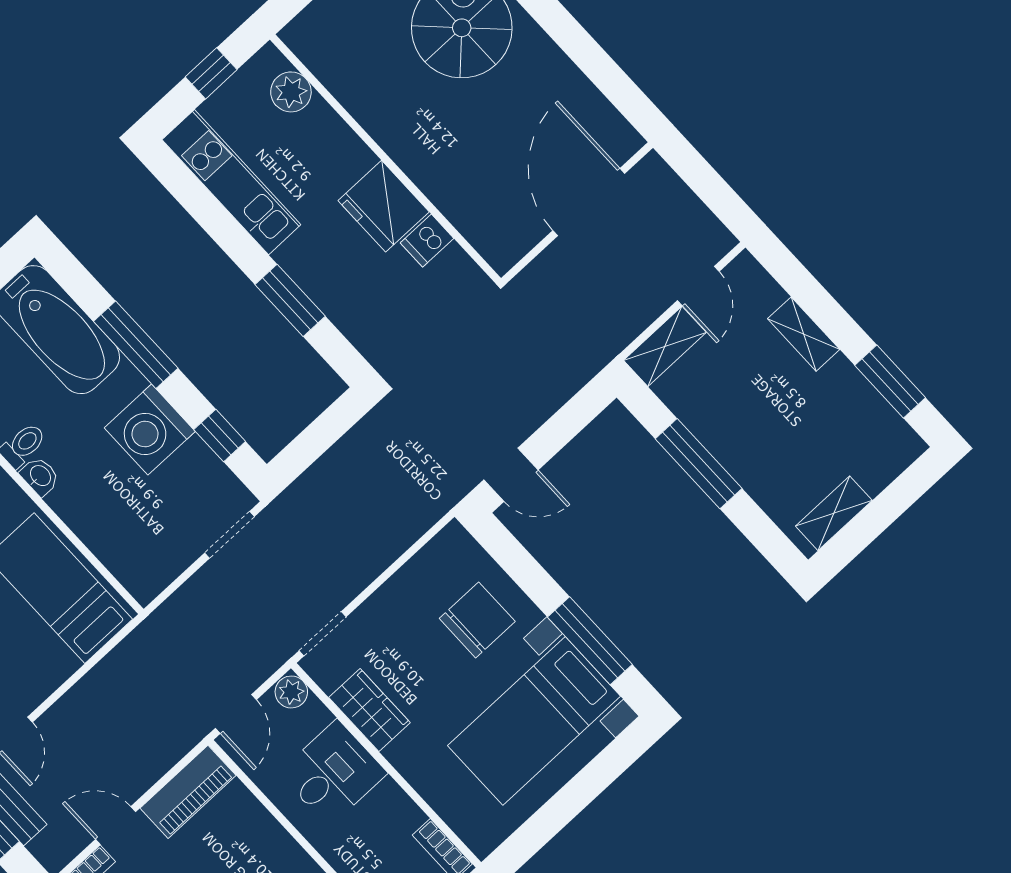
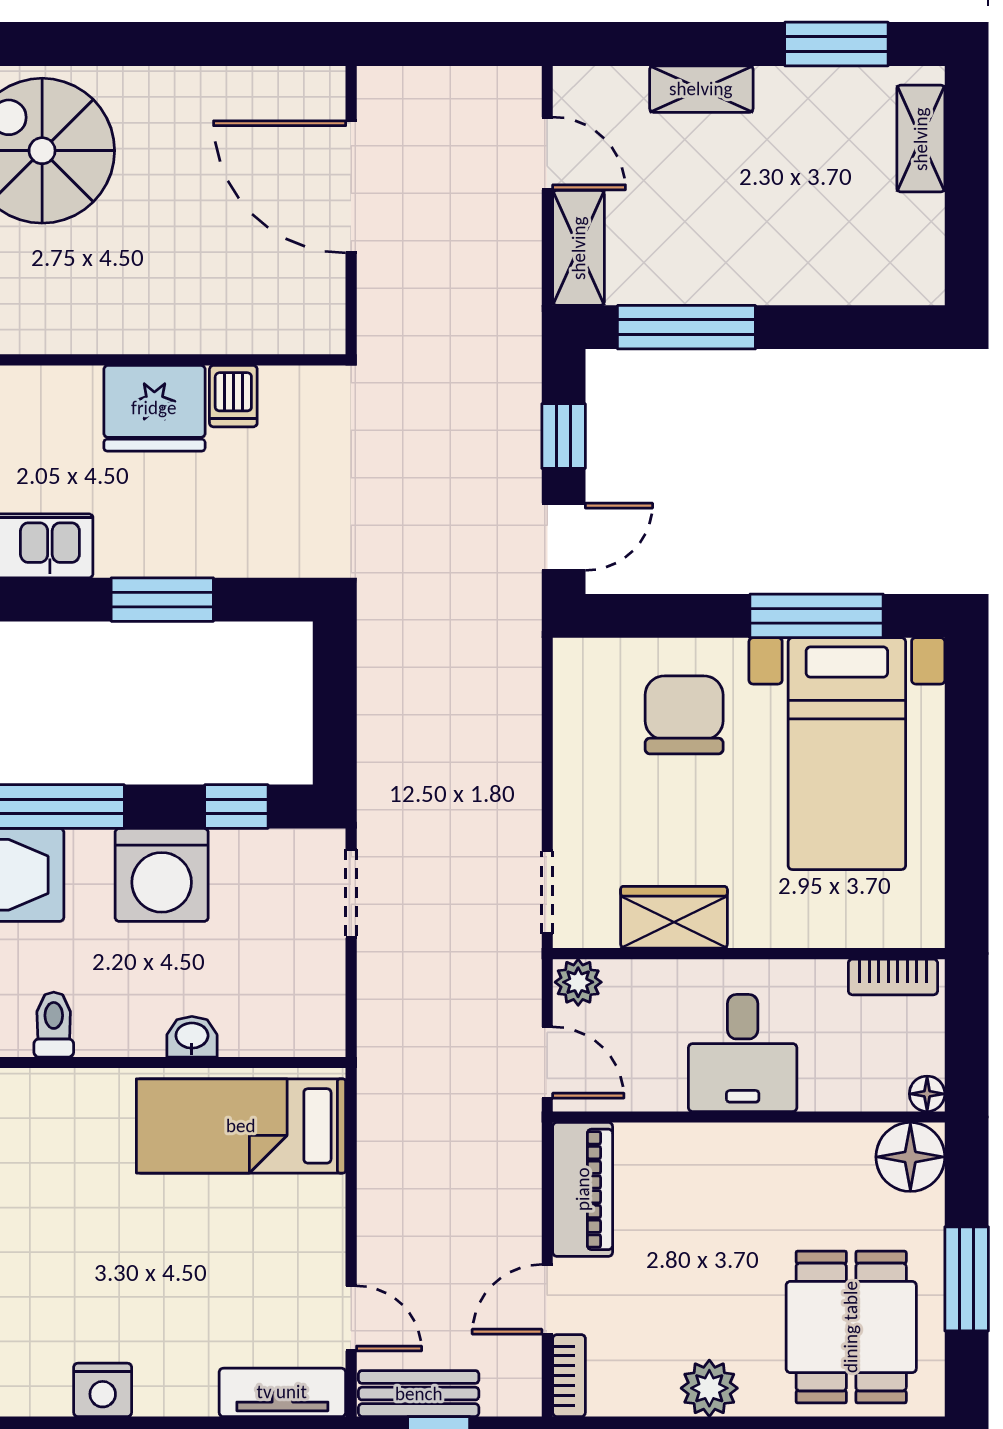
window: (562, 427) -> (564, 436), added
window: (699, 464) -> (686, 327), moved
washbasin: (40, 476) -> (192, 1037), moved
shelving: (834, 513) -> (921, 139), moved
desk: (333, 773) -> (743, 1053), moved, turned 180

